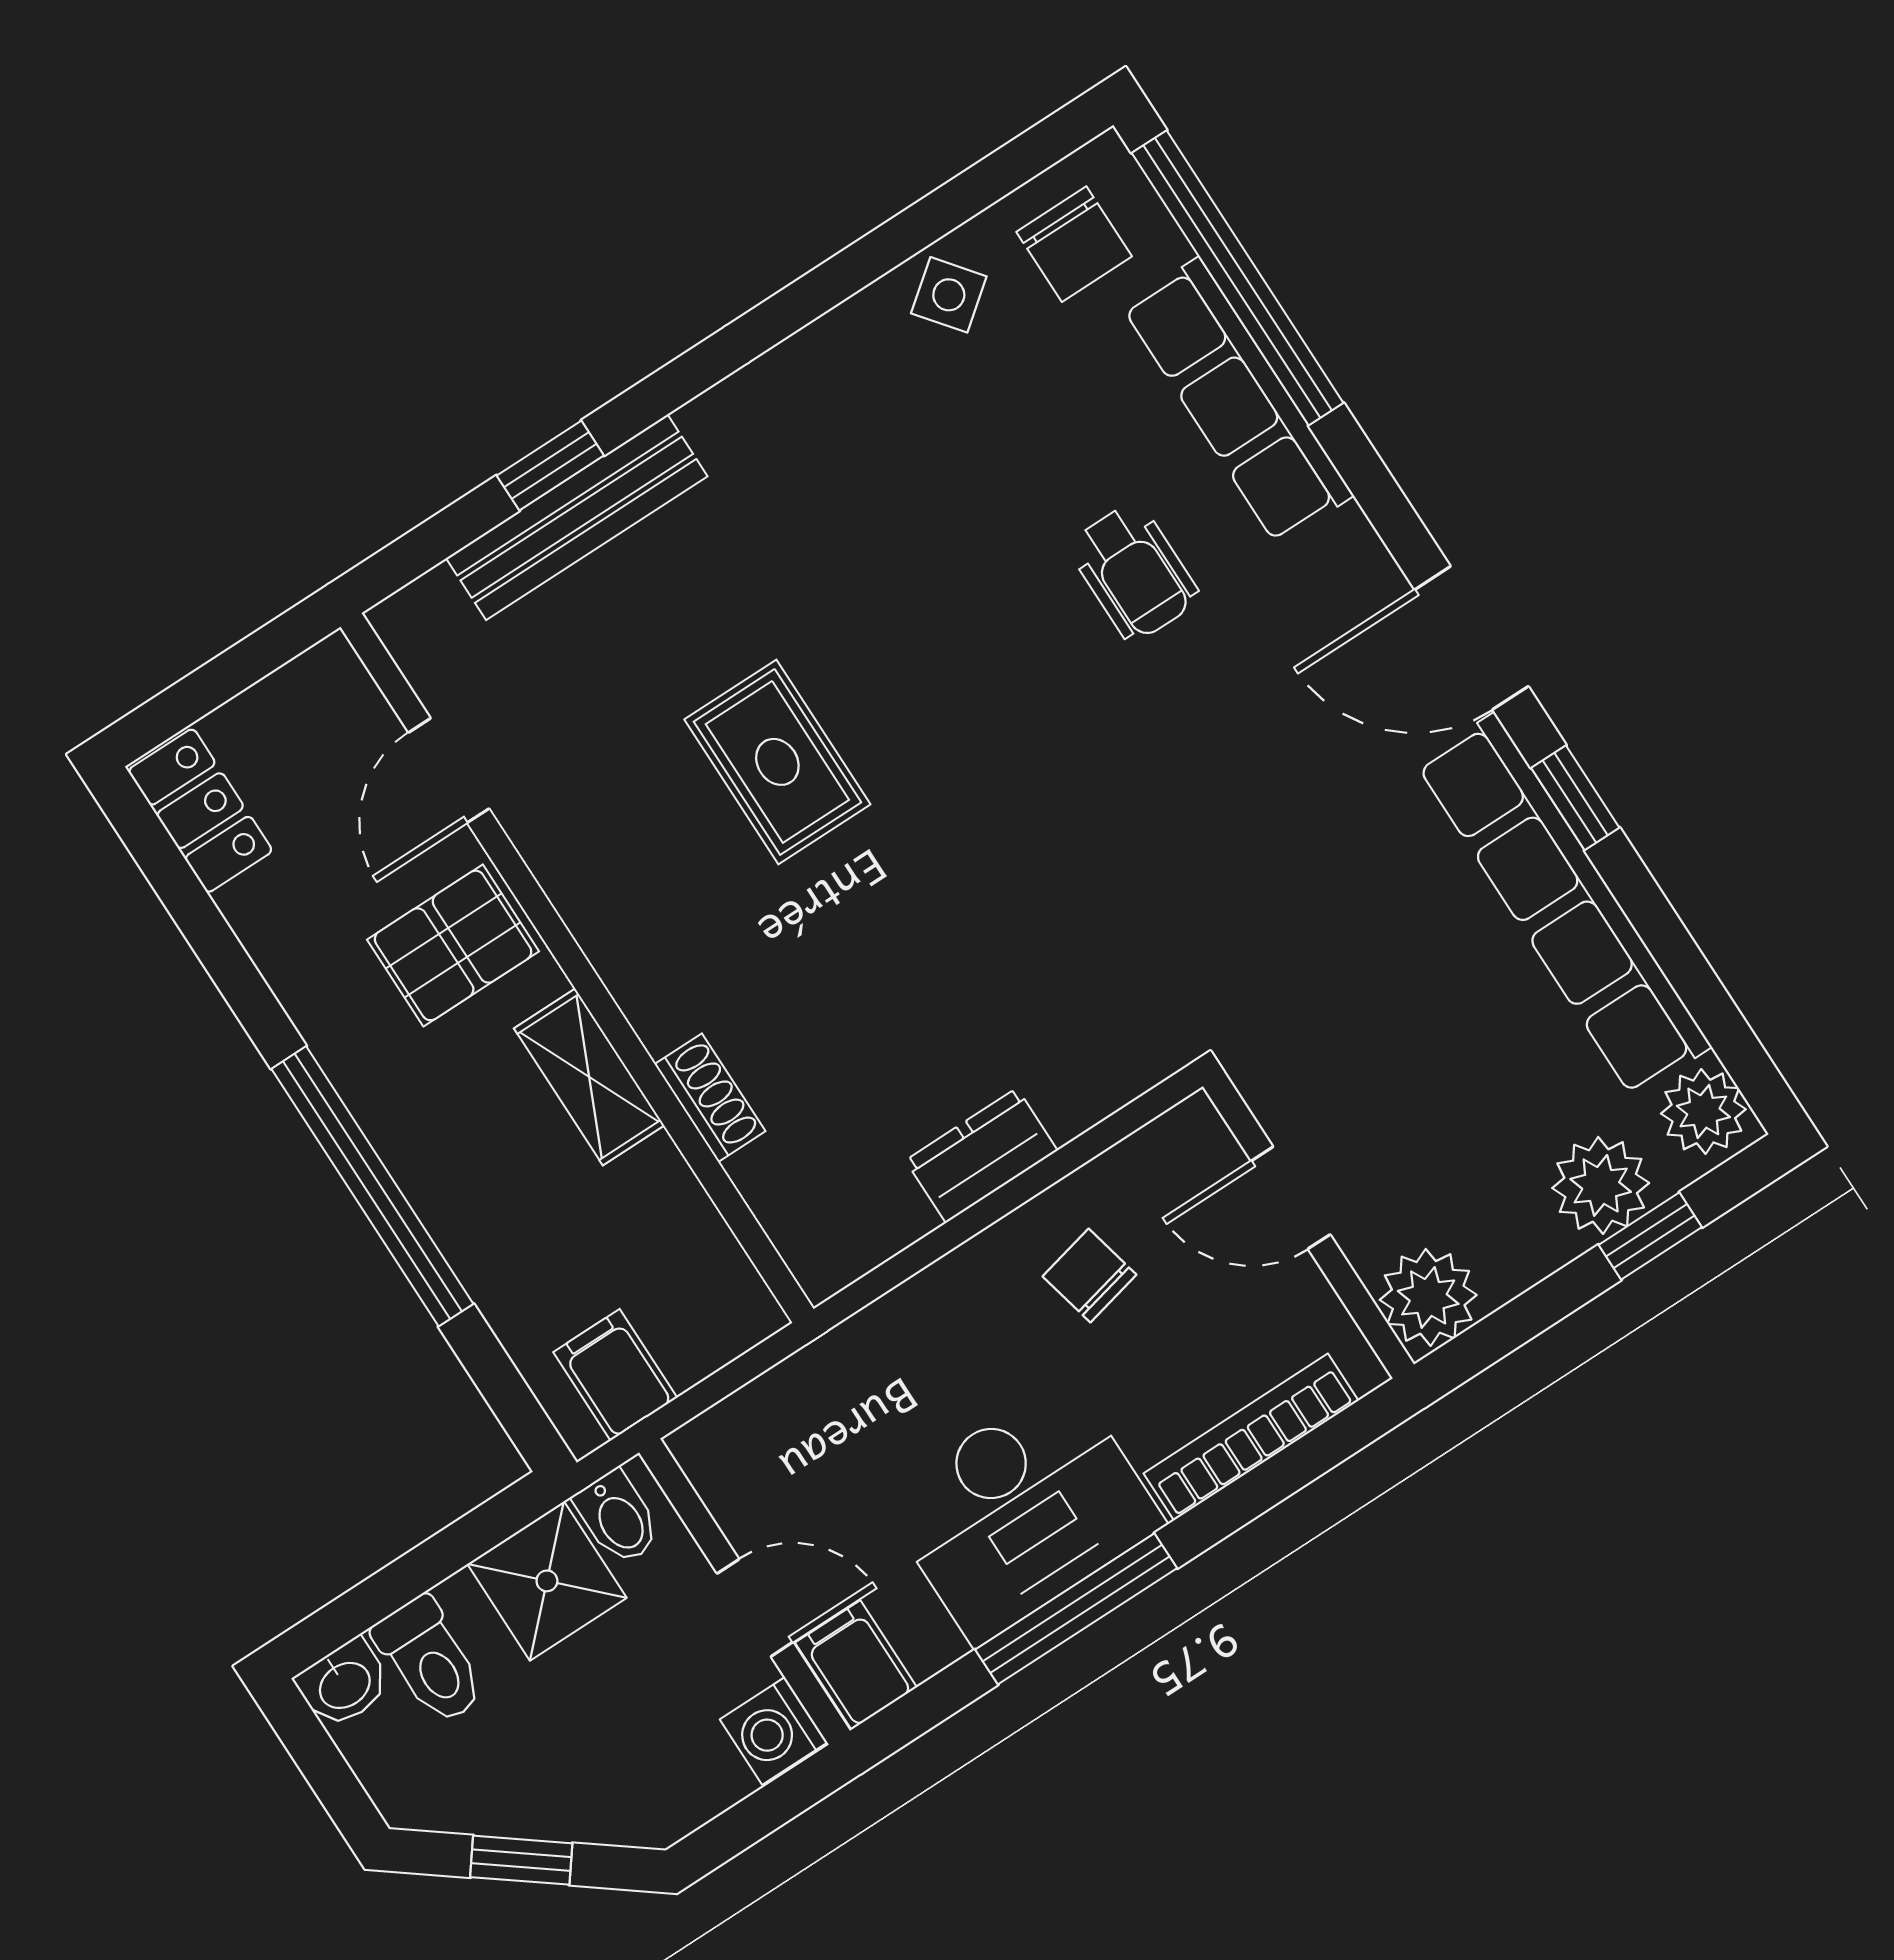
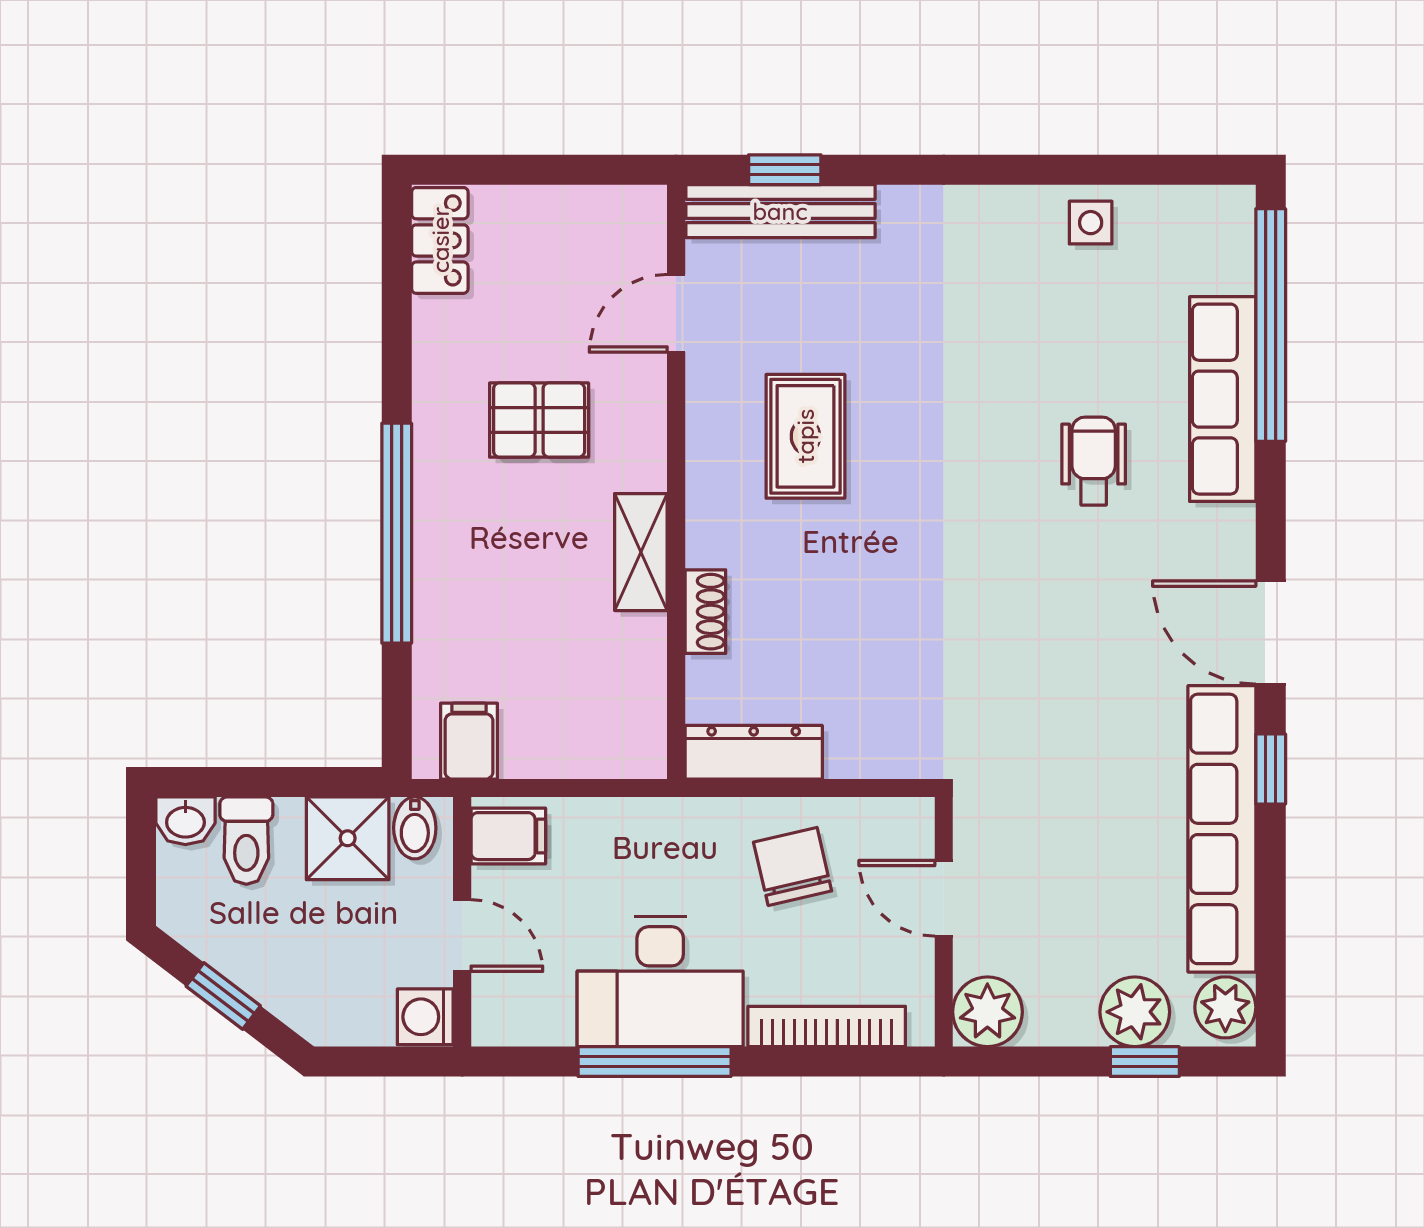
chair: (1074, 244) -> (1186, 241), removed
side table: (949, 295) -> (1091, 223), turned 38
wheelchair: (1134, 572) -> (1094, 461), turned 180
door: (449, 770) -> (676, 313), moved
wall: (577, 968) -> (676, 482), moved
shelving: (589, 1077) -> (641, 552), moved
shoe rack: (710, 1098) -> (705, 612), moved
dresser: (981, 1155) -> (754, 752), width x1.44
chair: (1089, 1276) -> (793, 866), width x1.37, depth x1.37
filing cabinet: (856, 1665) -> (508, 836), moved, turned 90

